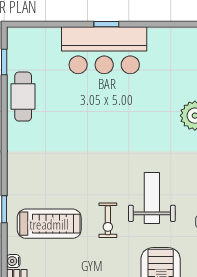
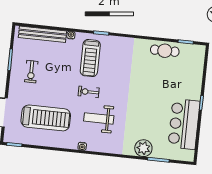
bar counter: (104, 50) -> (184, 124), moved
weight bench: (152, 198) -> (99, 118), turned 180

